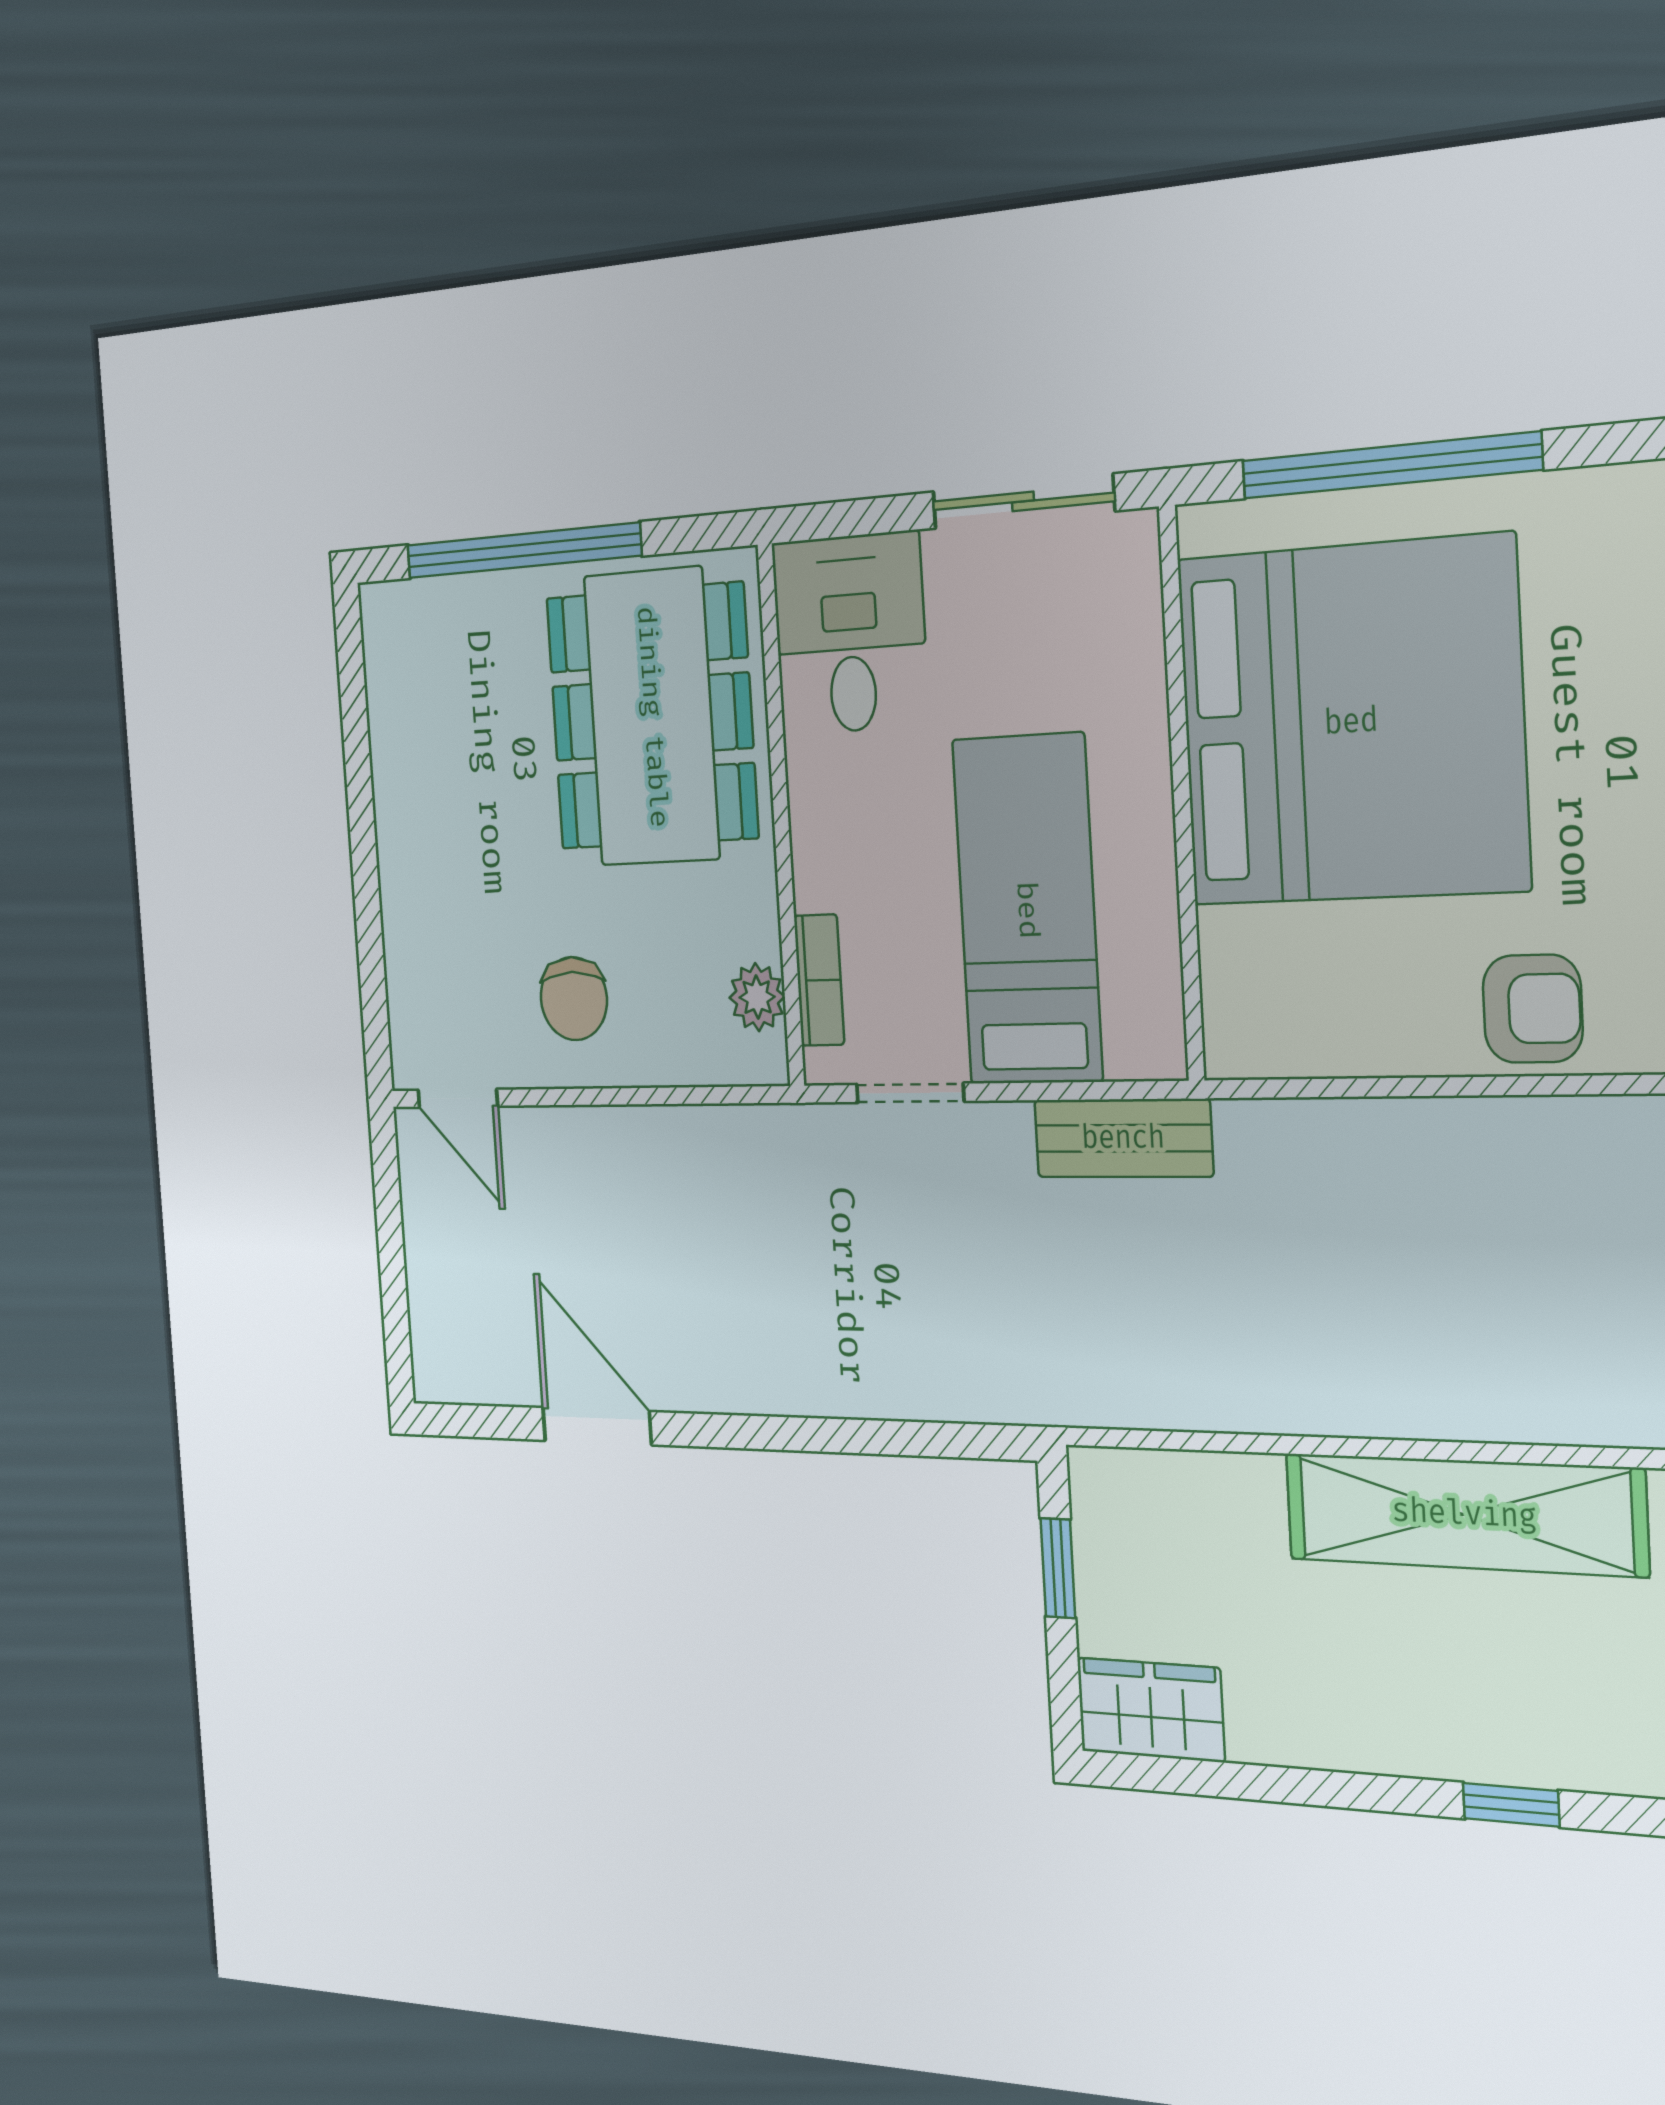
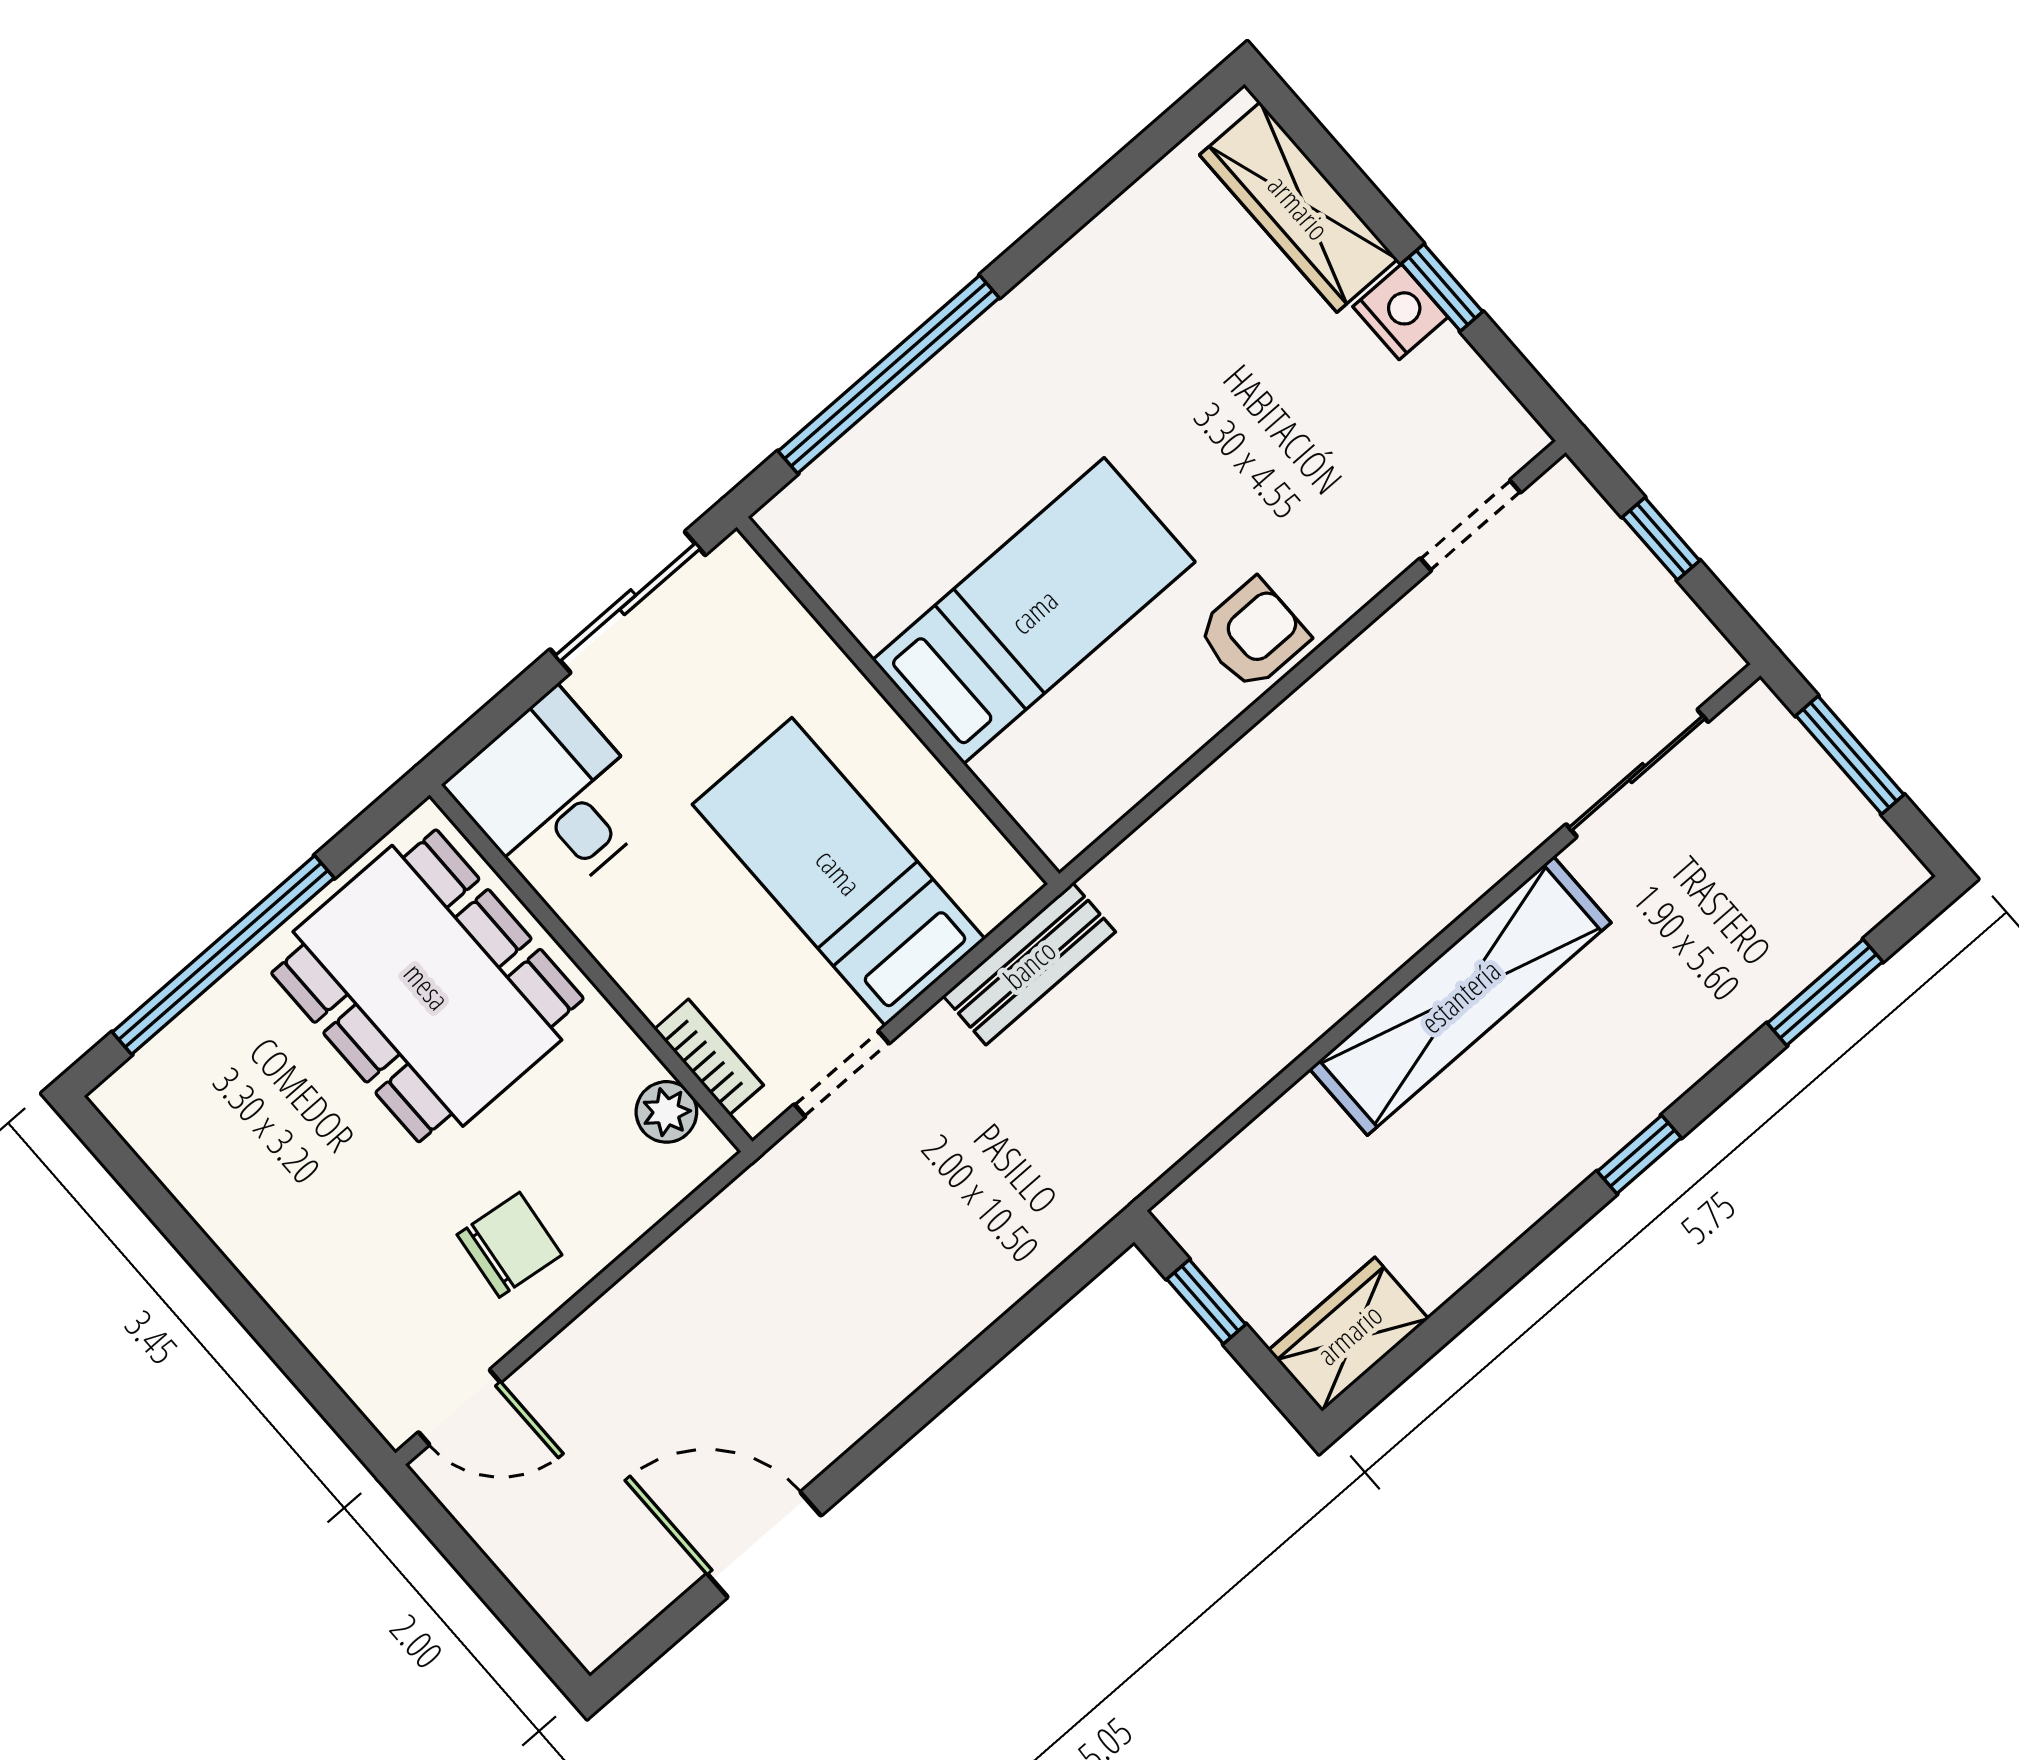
bed: (1351, 722) -> (1034, 611), width x0.49
chair: (574, 999) -> (509, 1245), turned -83

